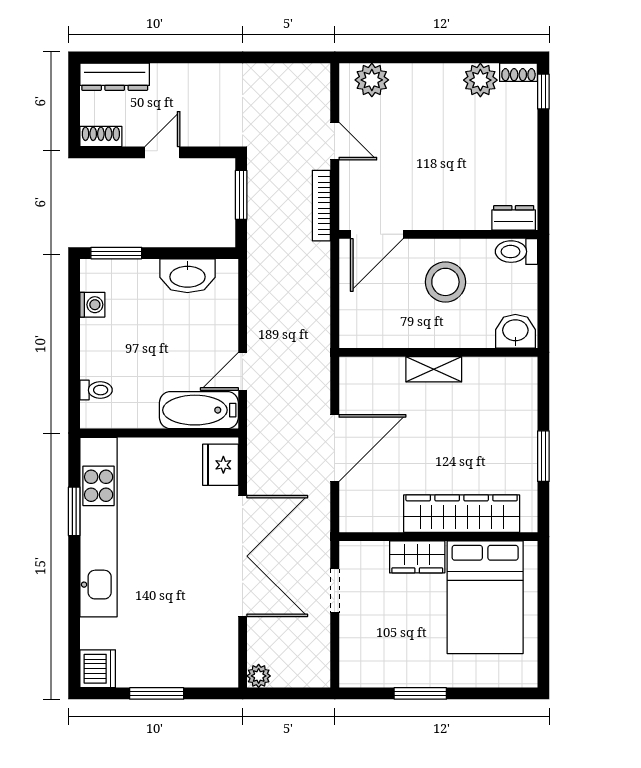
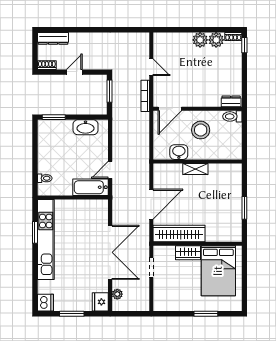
plant: (372, 80) -> (200, 40), moved
washing machine: (92, 305) -> (43, 140), removed
washbasin: (515, 331) -> (179, 152), moved
fridge: (220, 465) -> (100, 302), moved
wardrobe: (462, 514) -> (179, 233), moved
plant: (259, 676) -> (117, 294), moved
window: (420, 693) -> (206, 314), moved

